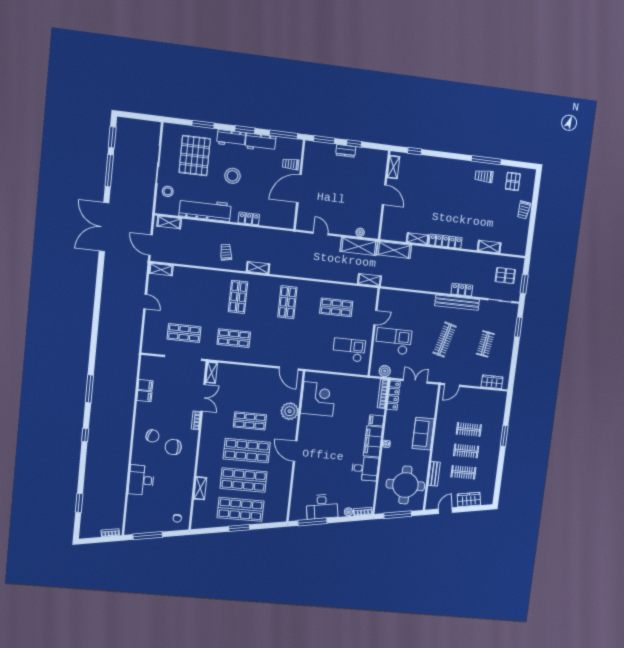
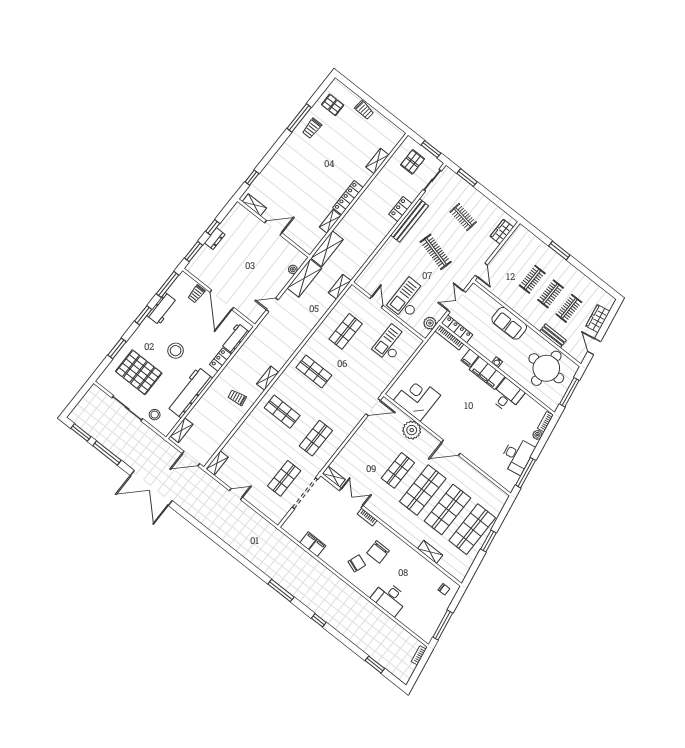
workbench: (231, 138) -> (235, 338), moved, turned 180

